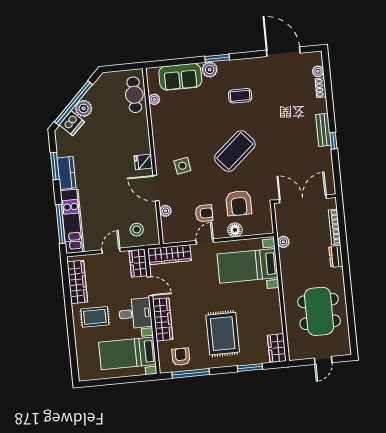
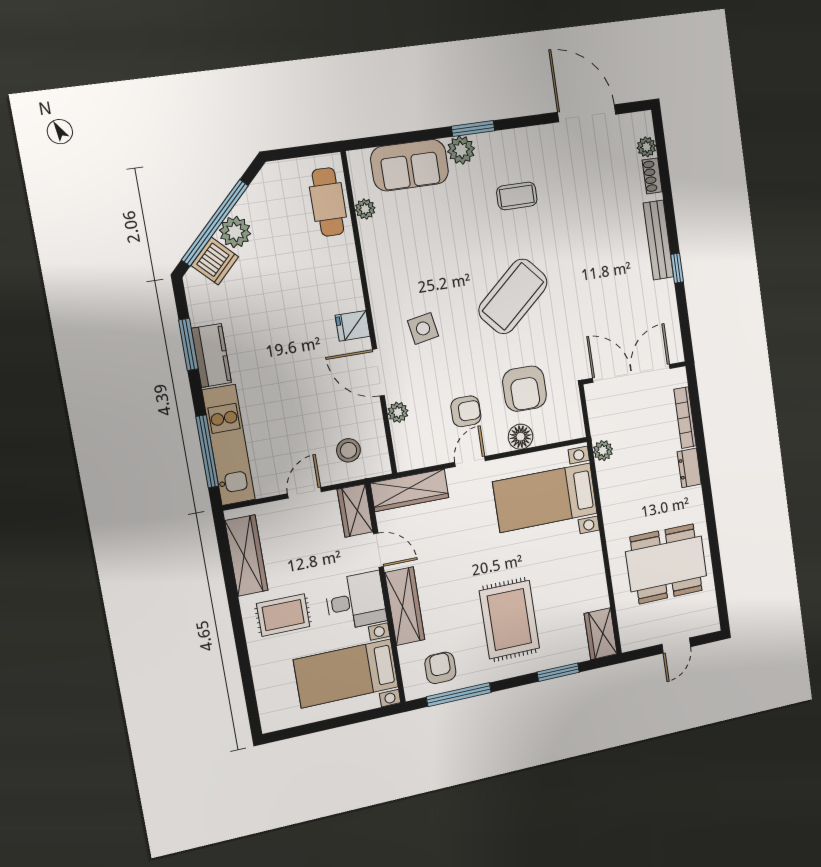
bench: (323, 130) -> (658, 240), width x1.36
dining table: (319, 311) -> (666, 564), turned 90

